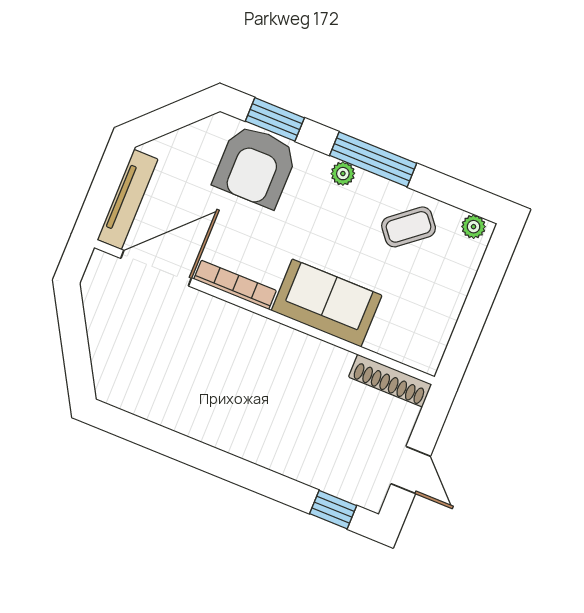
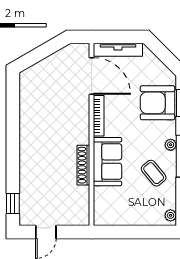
coffee table: (409, 227) -> (154, 173), moved
shoe rack: (390, 381) -> (83, 165), moved

